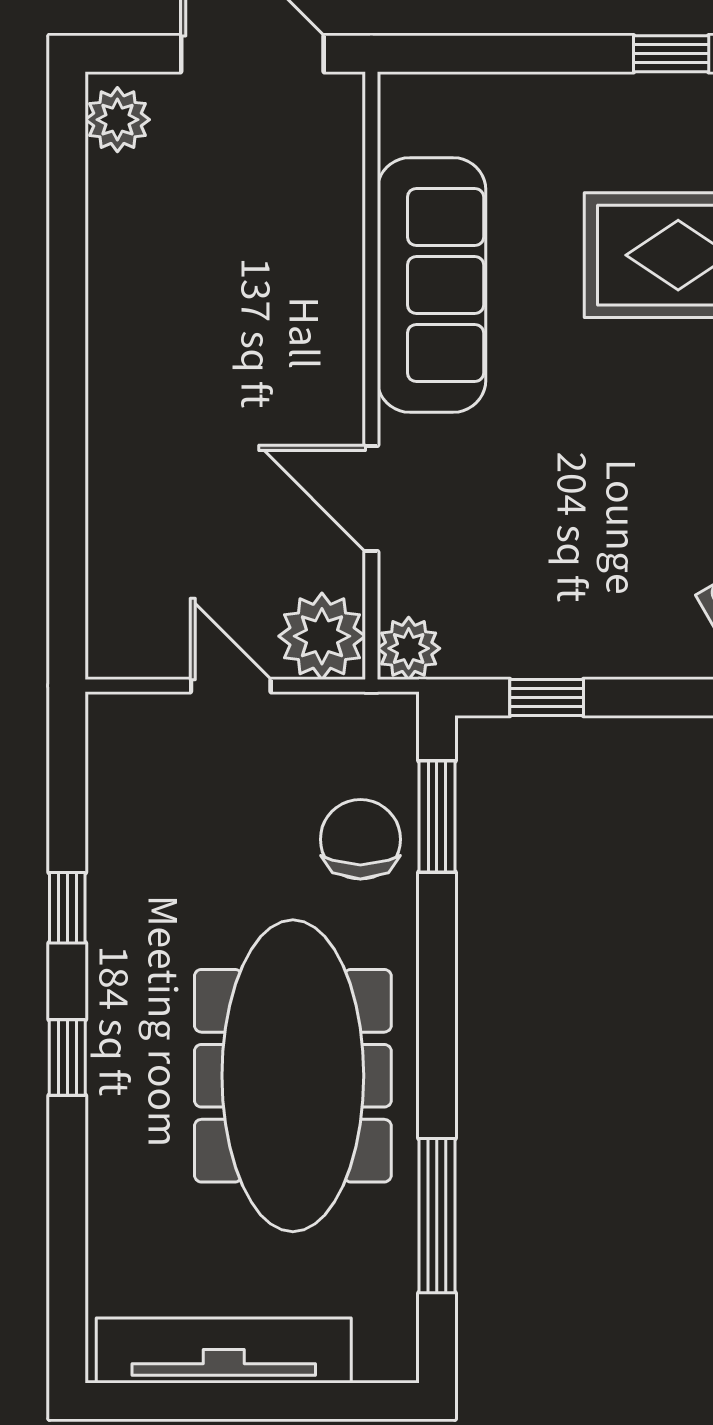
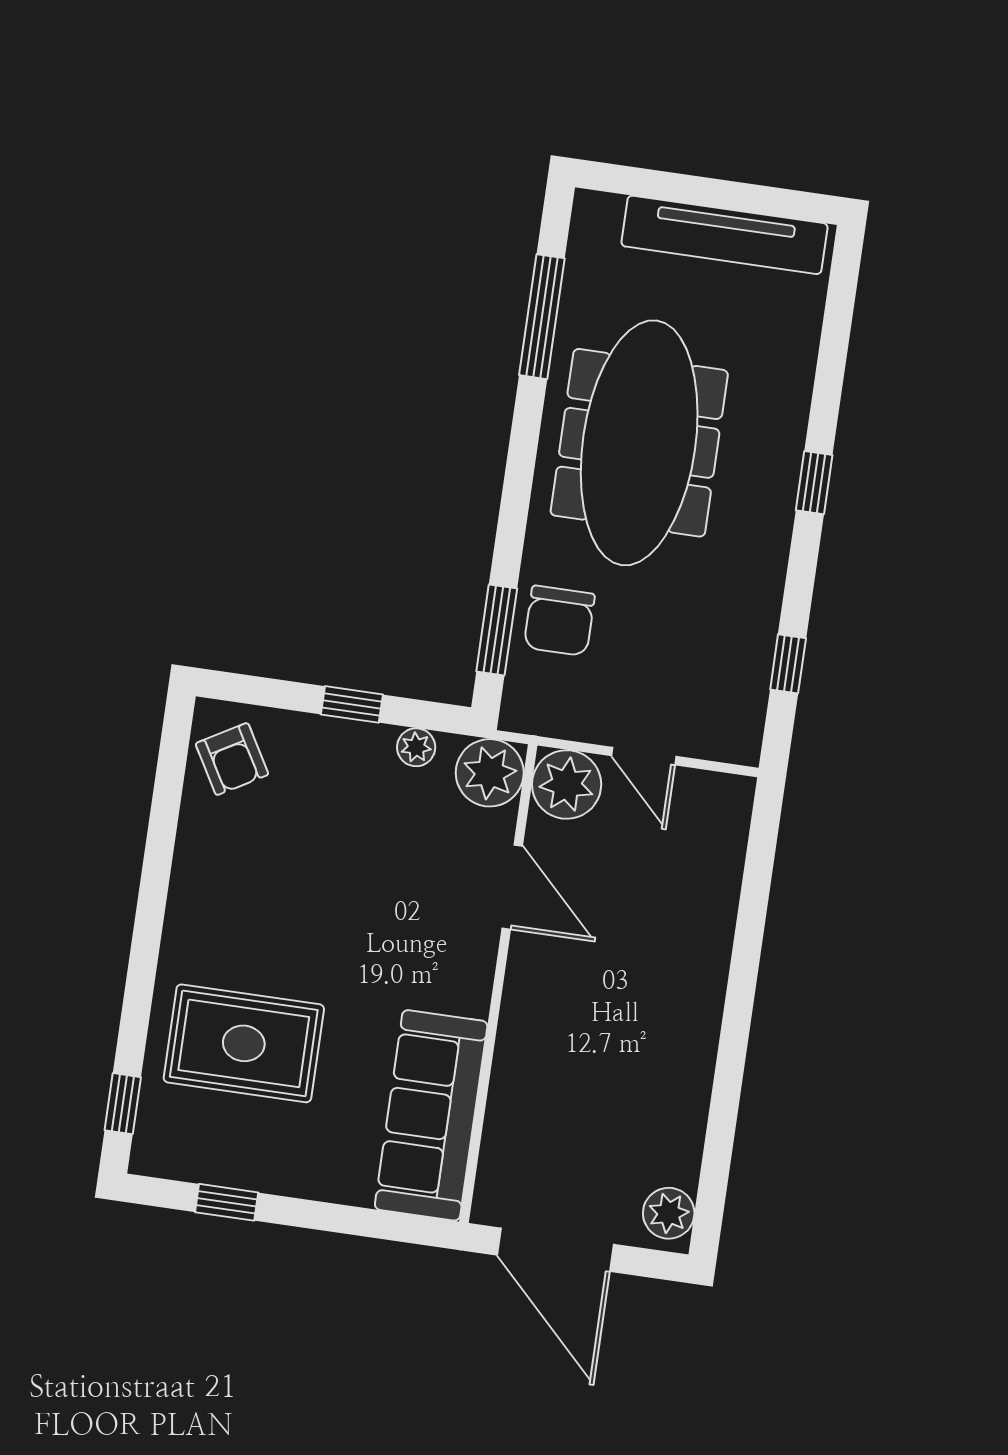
sofa: (432, 285) -> (431, 1115), moved
plant: (409, 648) -> (490, 773), width x1.36, depth x1.36
plant: (516, 656) -> (416, 747), added
window: (547, 698) -> (352, 704), moved
window: (67, 908) -> (788, 664), moved

